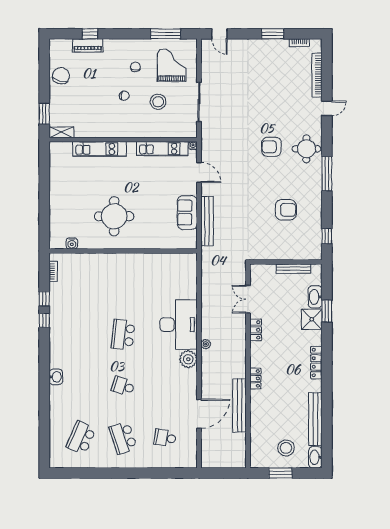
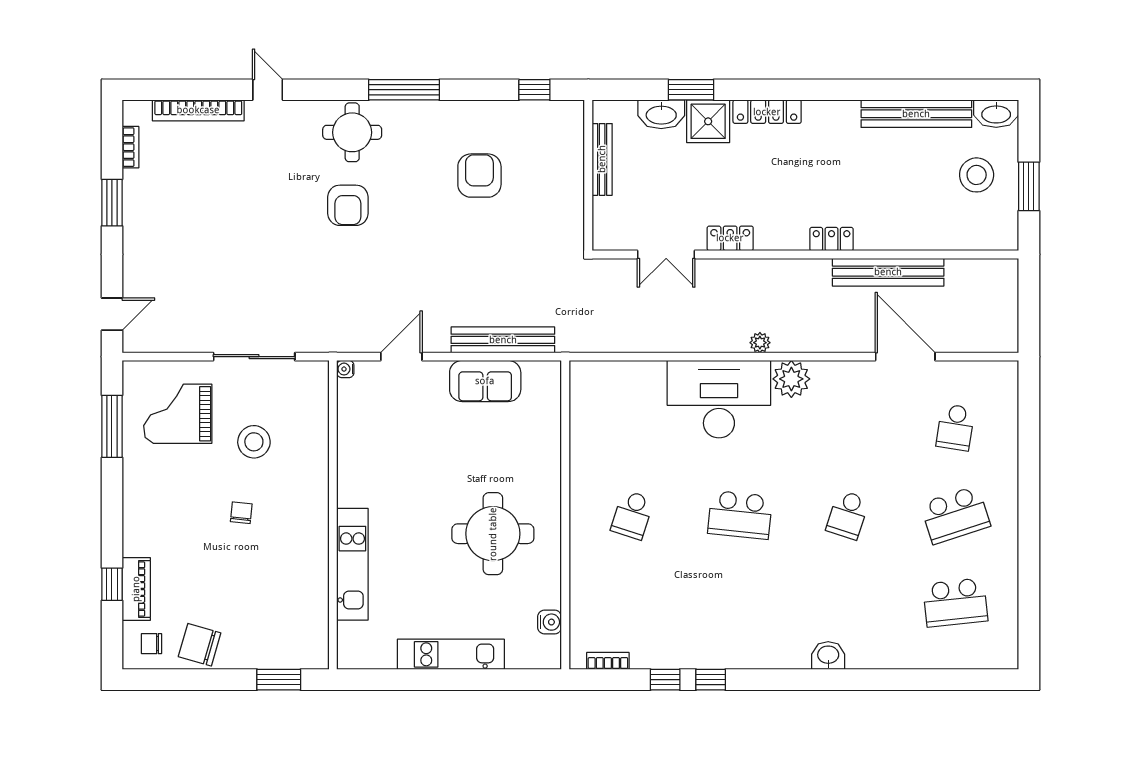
chair: (135, 67) -> (151, 644), moved
shelving: (61, 132) -> (318, 644), removed
kitchen unit: (162, 149) -> (451, 654), moved, turned -90
school desk: (123, 283) -> (632, 515), added
locker: (316, 362) -> (767, 112), moved
school desk: (81, 438) -> (955, 602), turned -30

